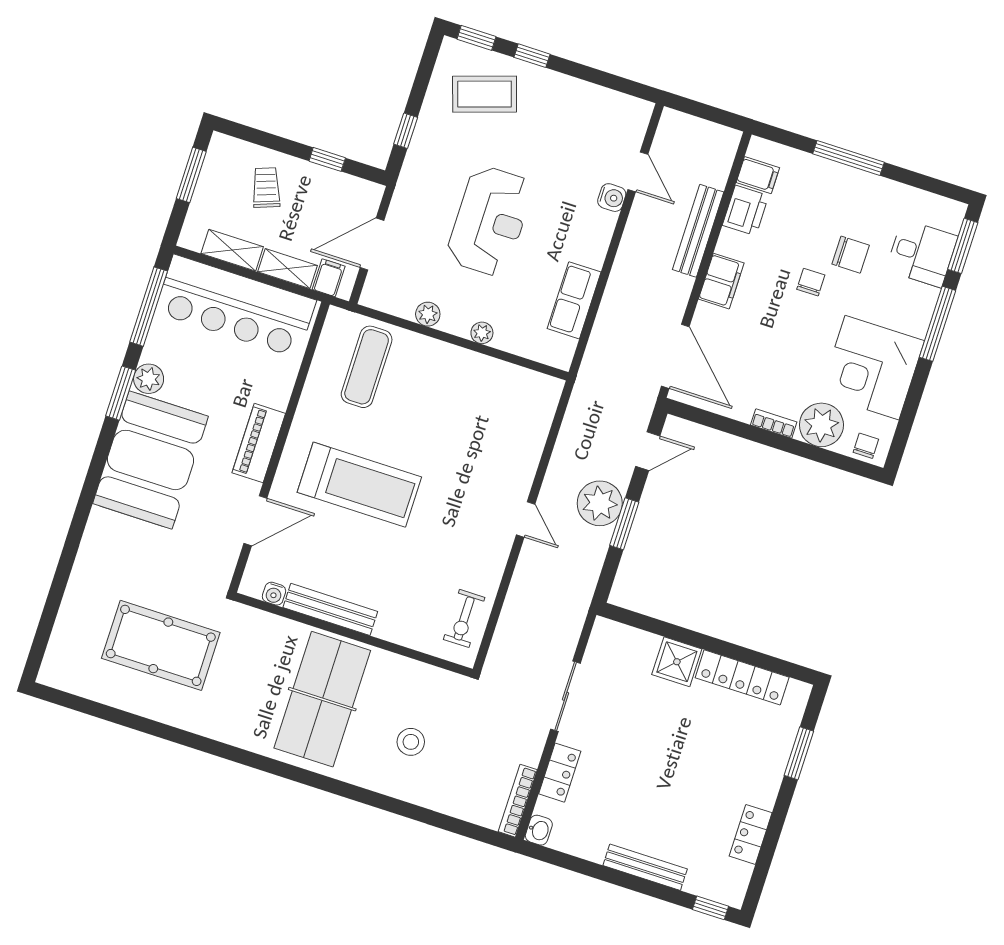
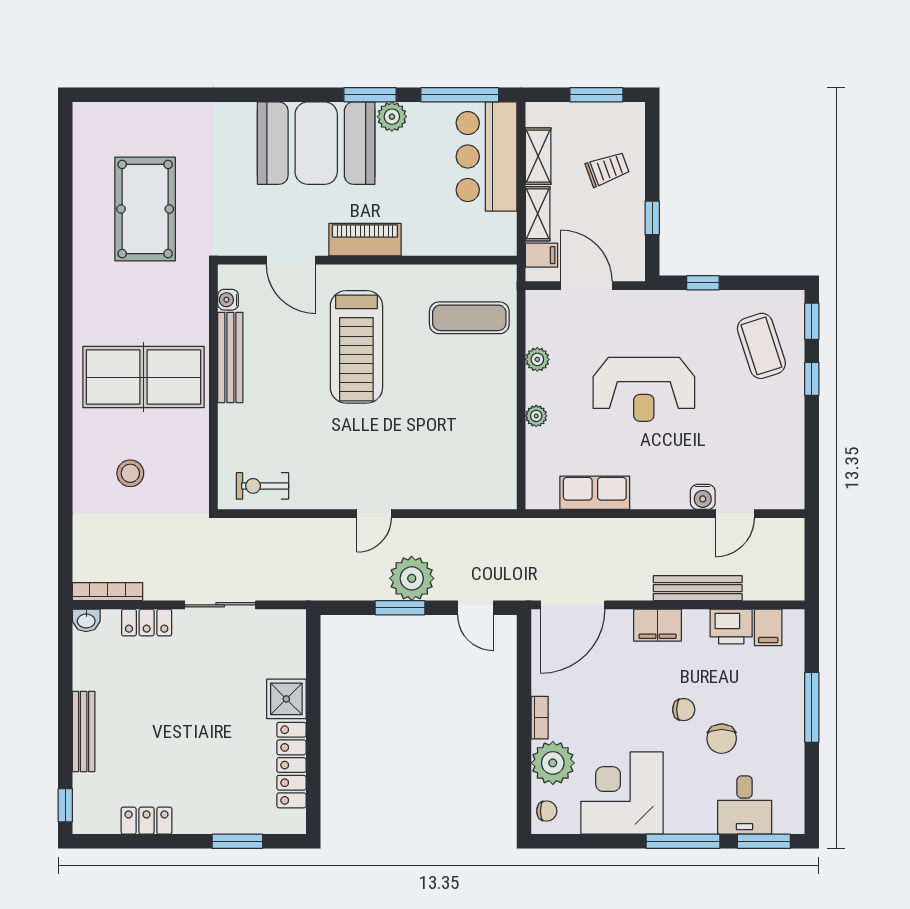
bar counter: (236, 306) -> (487, 157), width x0.73

